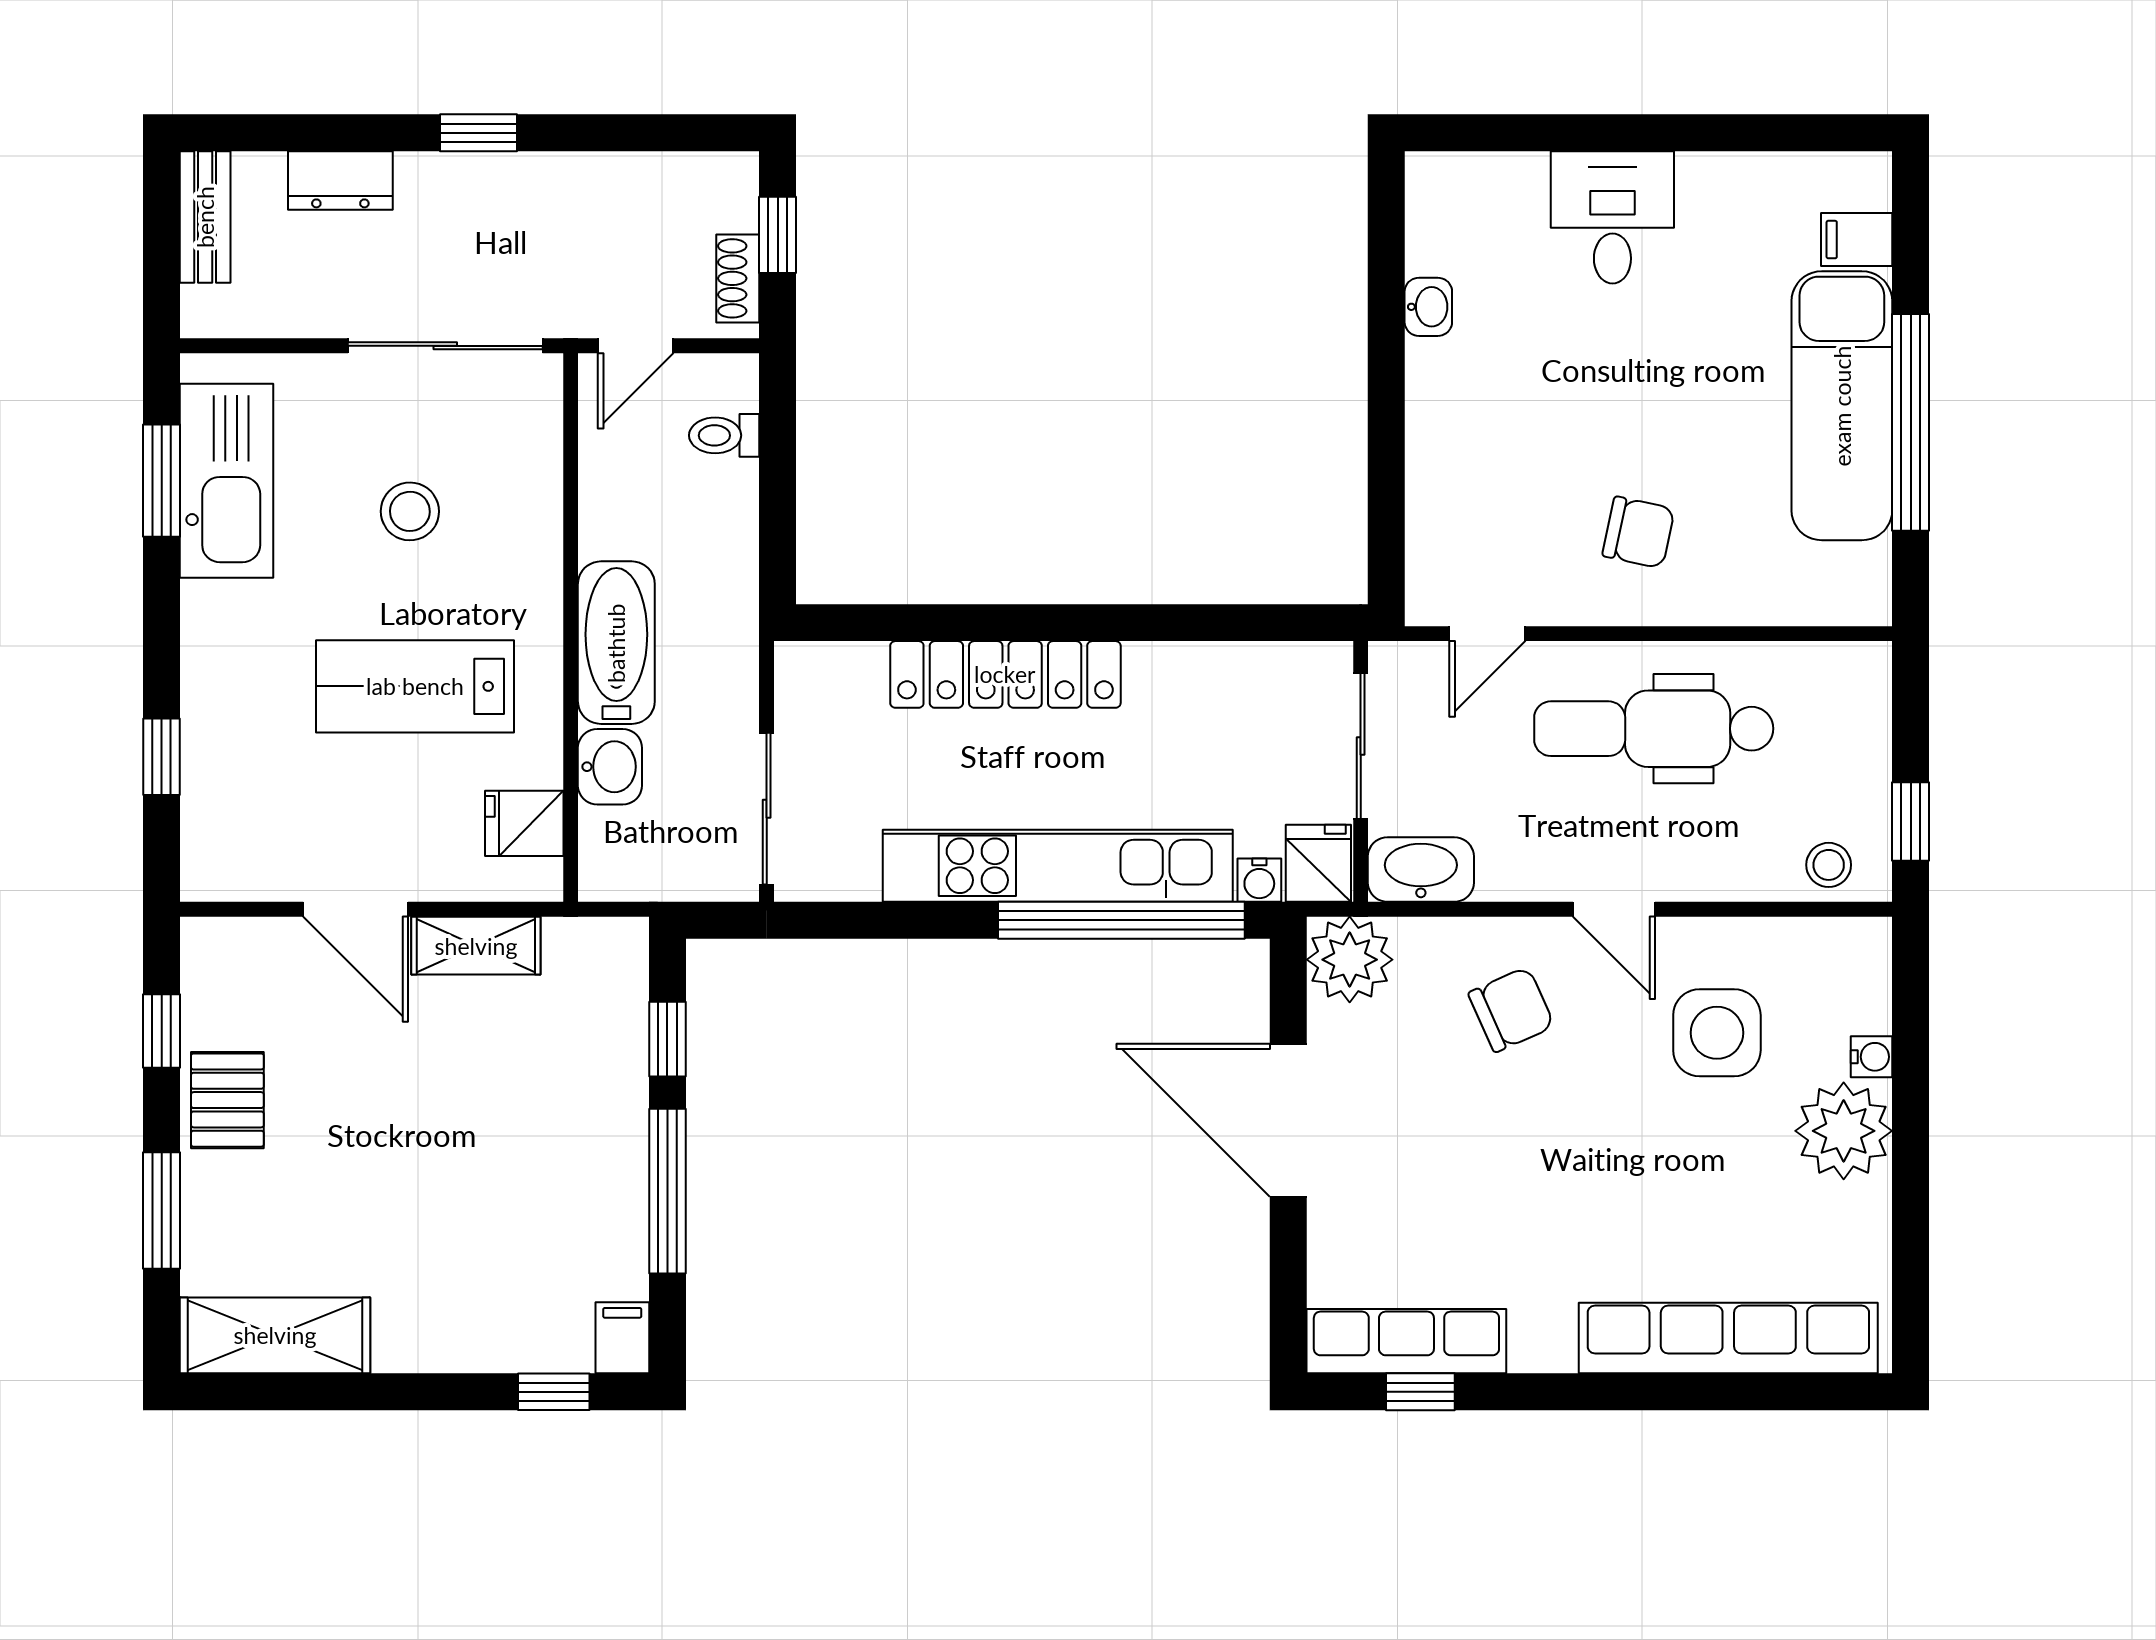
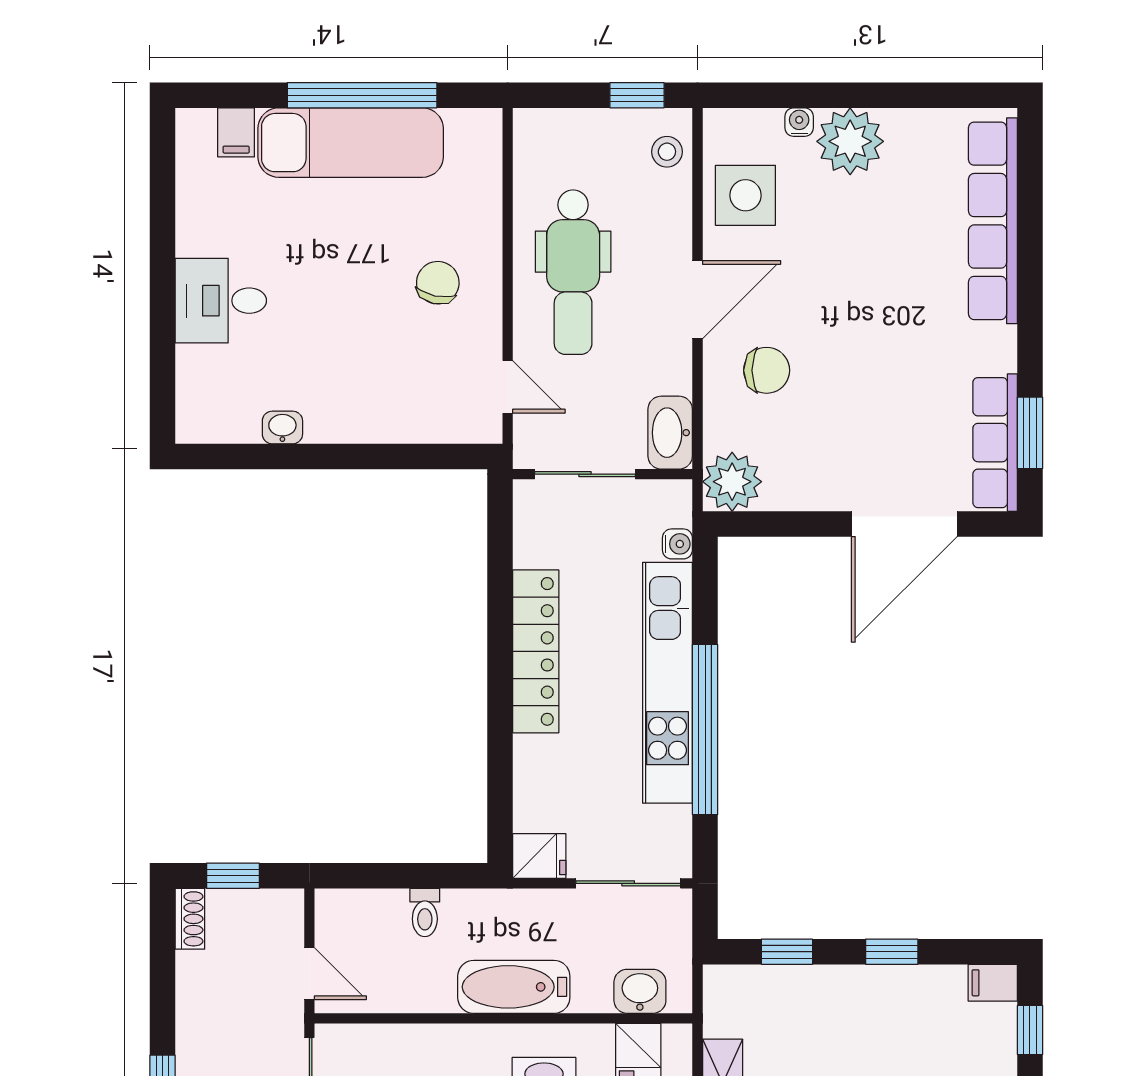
shoe rack: (738, 278) -> (190, 919), moved, turned -90
toilet: (724, 435) -> (425, 913), moved
locker: (1005, 674) -> (536, 651), moved
washbasin: (610, 767) -> (640, 991), moved
fridge: (1318, 863) -> (539, 856), moved, turned 180
door: (1614, 909) -> (697, 300), width x1.38
window: (1121, 920) -> (705, 729), moved
chair: (1511, 1010) -> (767, 370), turned 114
side table: (1717, 1033) -> (745, 195), moved
door: (1288, 1120) -> (904, 524), moved
window: (667, 1191) -> (892, 952), width x0.46
window: (1420, 1392) -> (1030, 433), width x1.50

